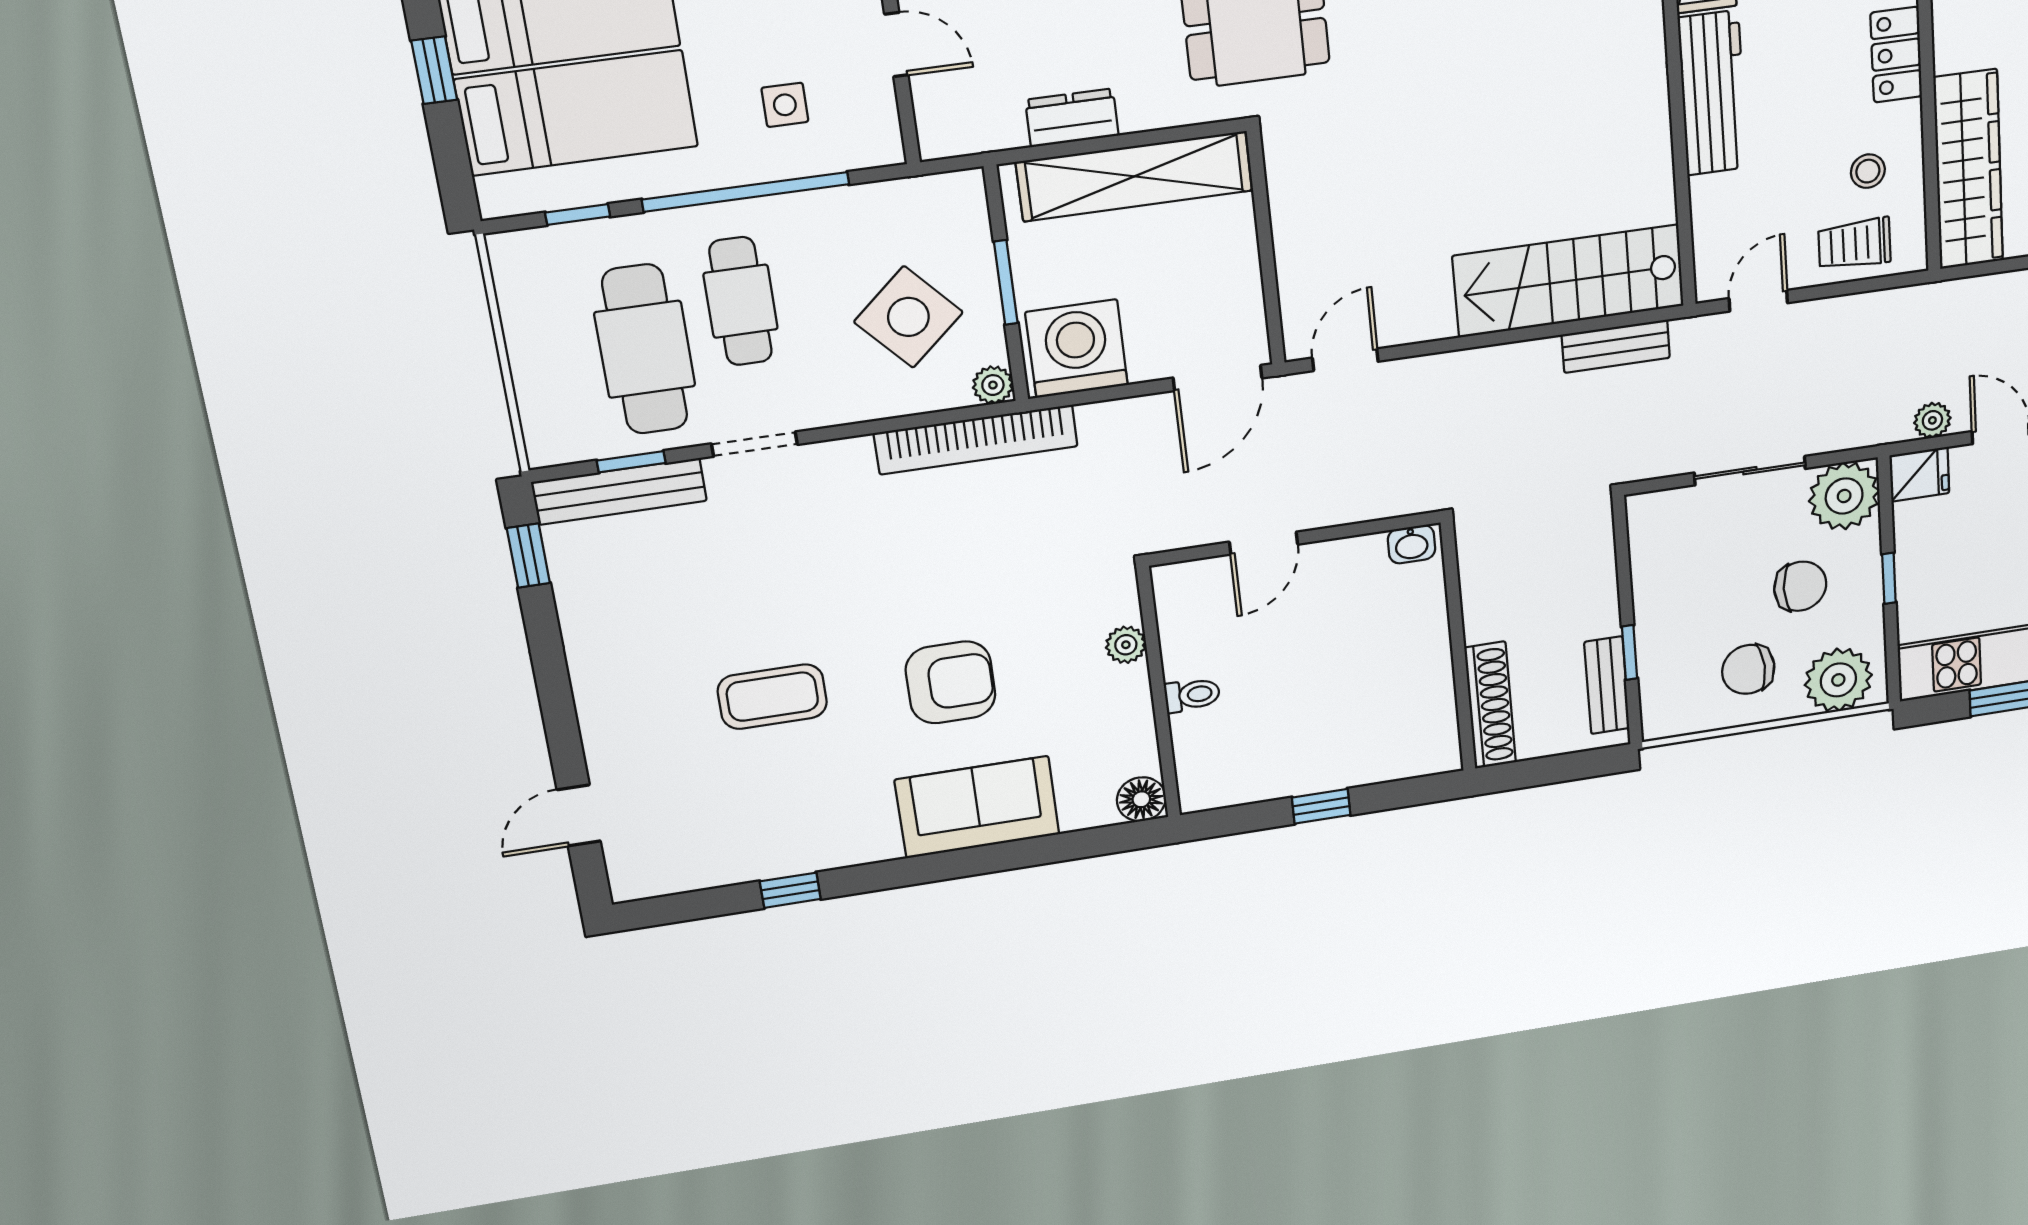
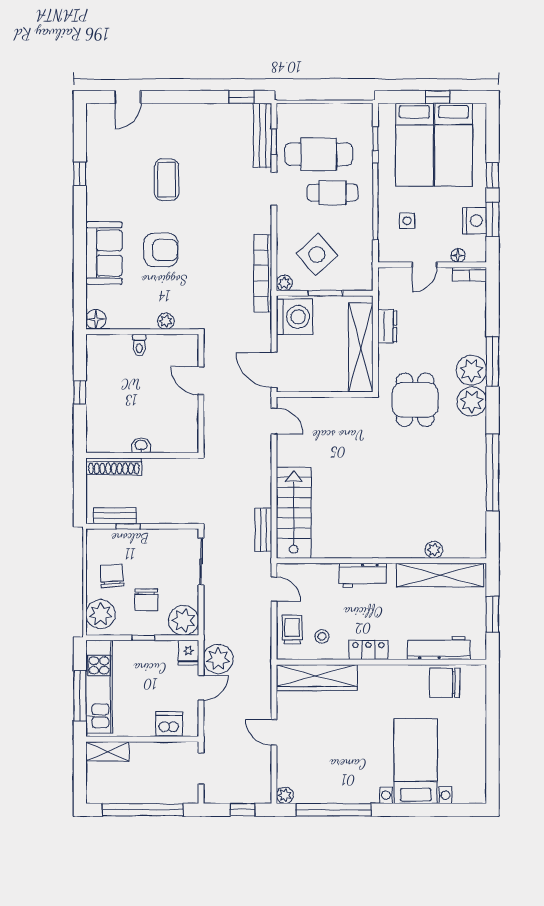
workbench: (1713, 93) -> (363, 575), width x0.73
plant: (1932, 420) -> (218, 659), width x1.87, depth x1.87
sliding door: (1750, 471) -> (201, 562), moved
washbasin: (1412, 544) -> (141, 445), moved, turned 90
armchair: (951, 682) -> (161, 250), turned -90
door: (579, 815) -> (128, 97), swing flipped

